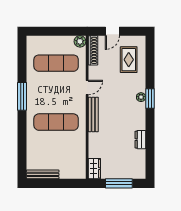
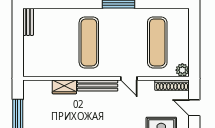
wardrobe: (94, 169) -> (64, 87), moved
bench: (43, 174) -> (28, 22), width x0.73

